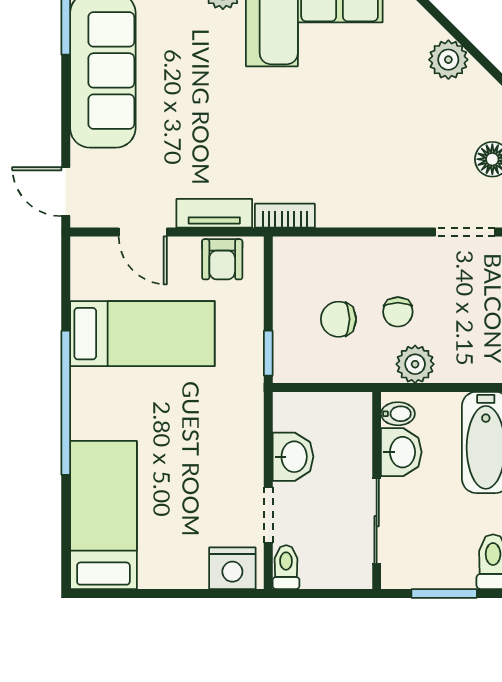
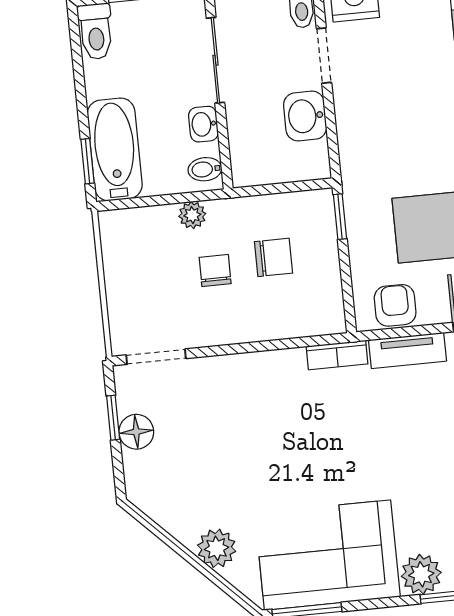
plant: (448, 60) -> (217, 548), moved
plant: (415, 364) -> (192, 215), width x0.73, depth x0.73
washbasin: (401, 452) -> (203, 124), width x0.72, depth x0.69

